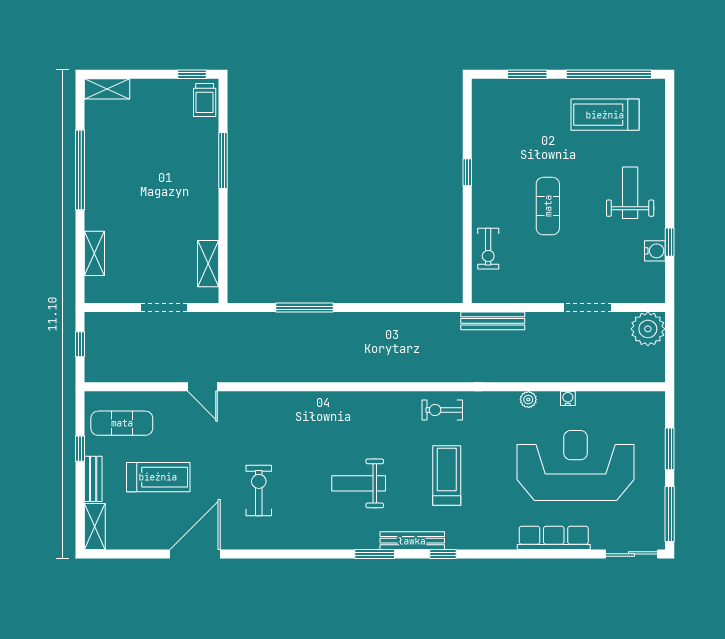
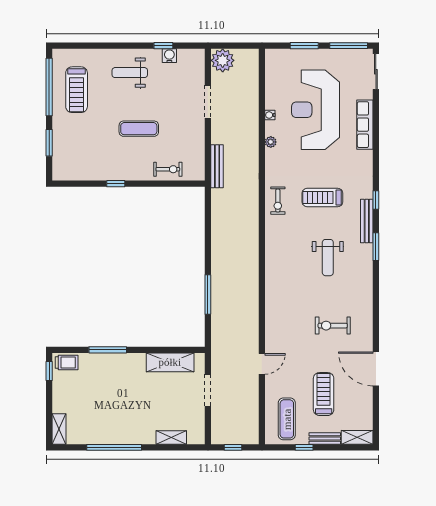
shelving: (208, 264) -> (170, 362), width x1.50, depth x1.33

